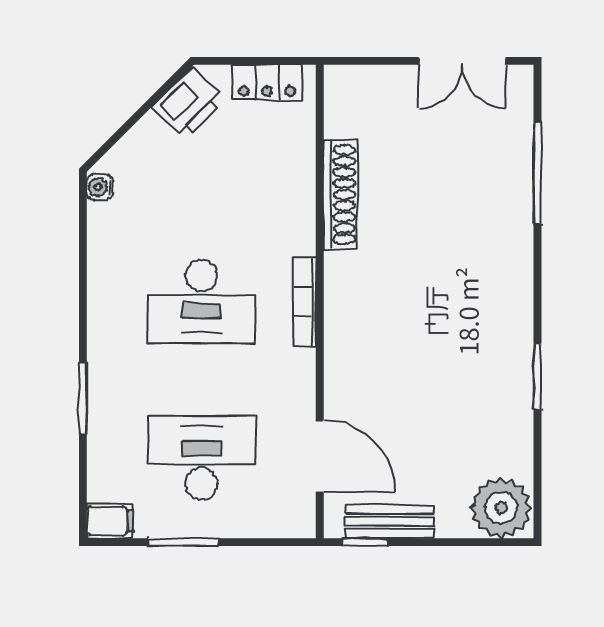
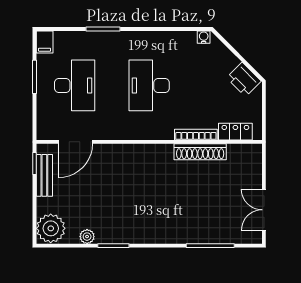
locker: (267, 82) -> (235, 132), moved, turned 90
bookcase: (304, 302) -> (196, 135), moved
plant: (518, 432) -> (87, 237), added

